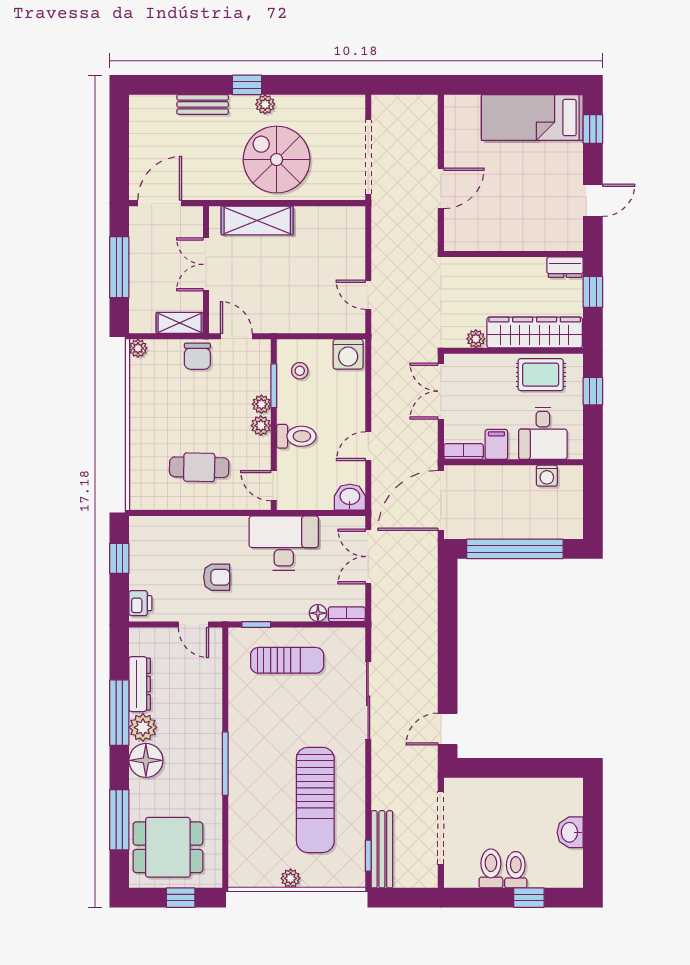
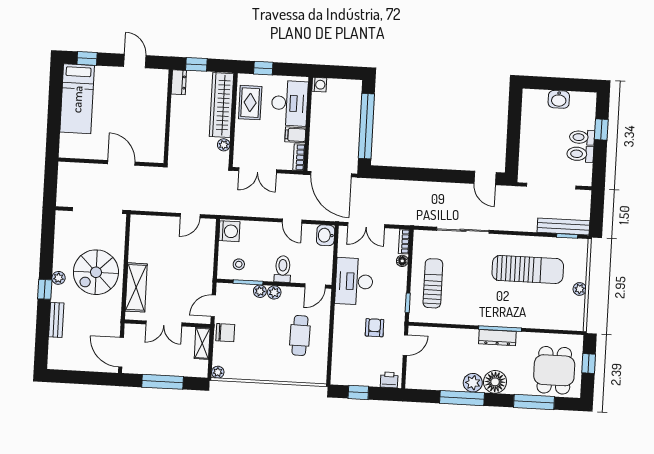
desk: (543, 433) -> (290, 103), width x1.37
washing machine: (547, 476) -> (319, 85), moved
dresser: (140, 684) -> (497, 338), moved, turned 180

